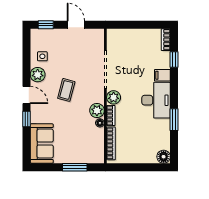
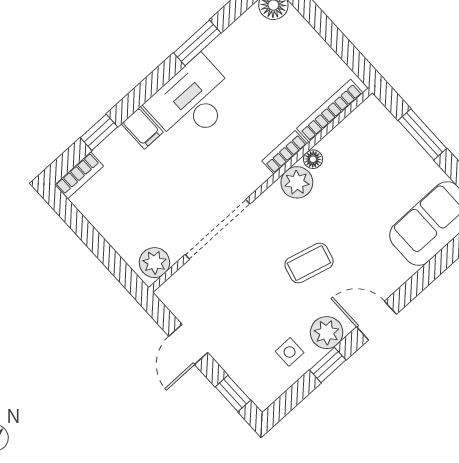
door: (26, 95) -> (377, 321), hinge flipped
plant: (114, 97) -> (154, 263), moved
window: (26, 119) -> (328, 365), moved

